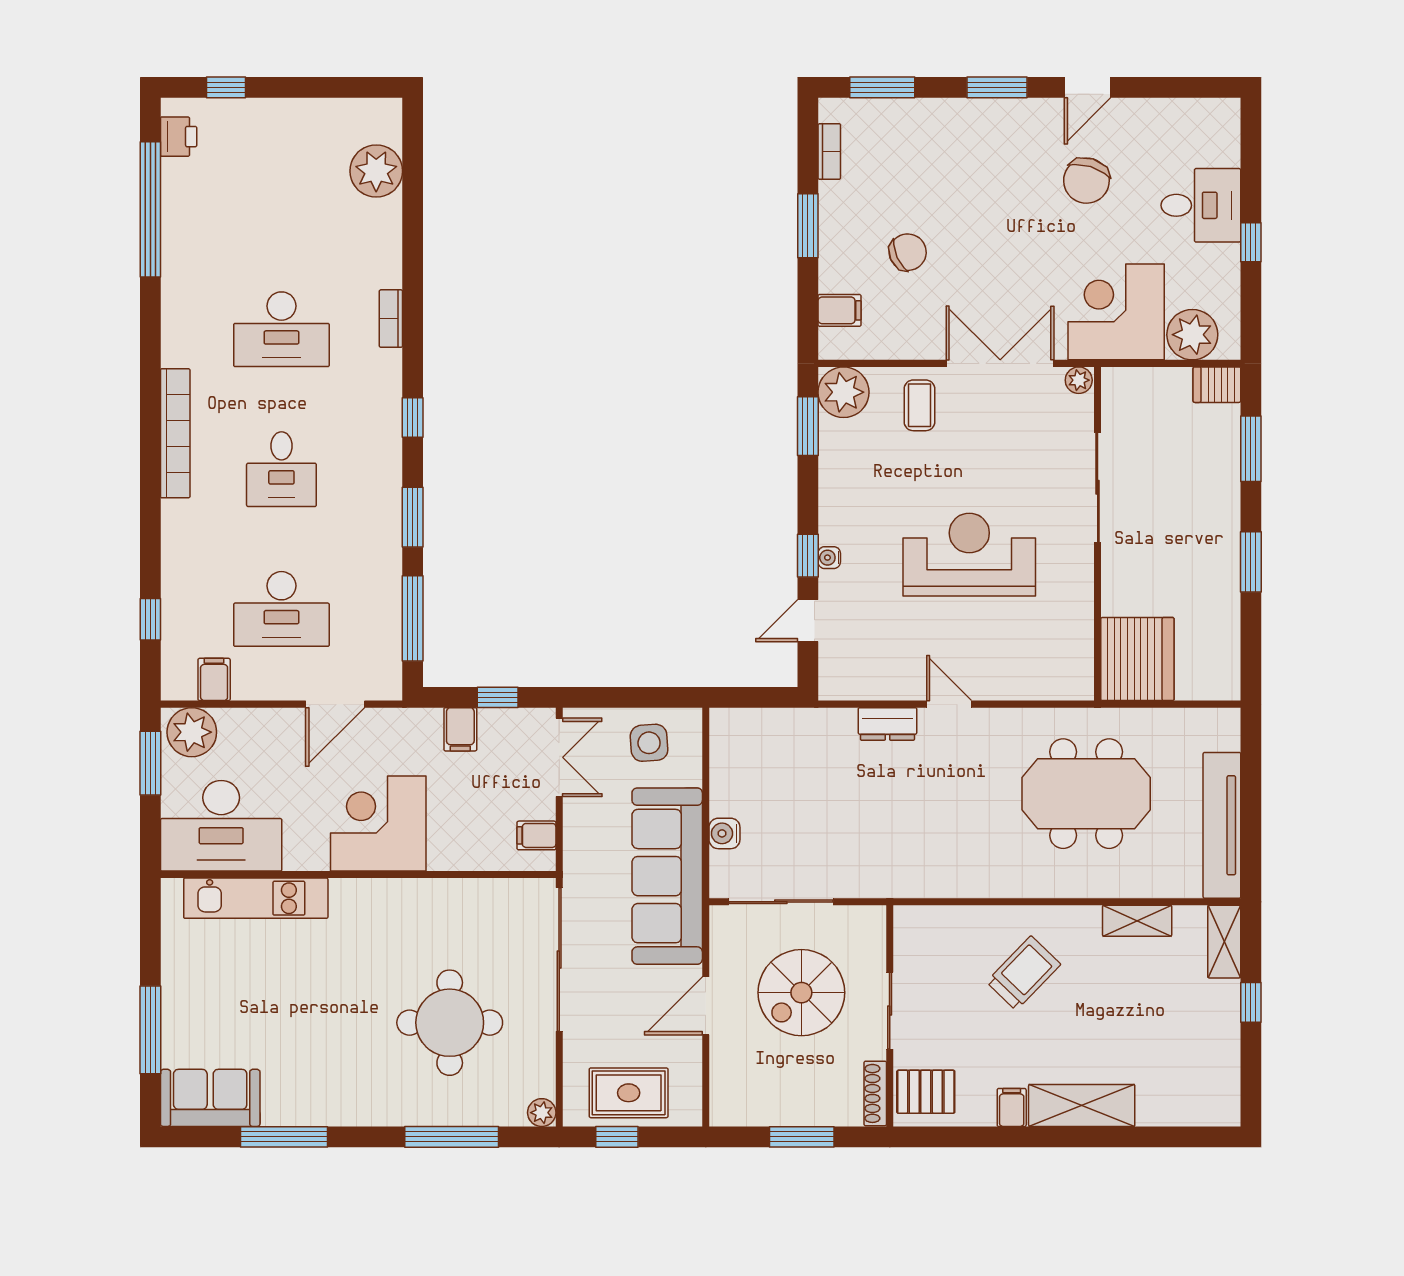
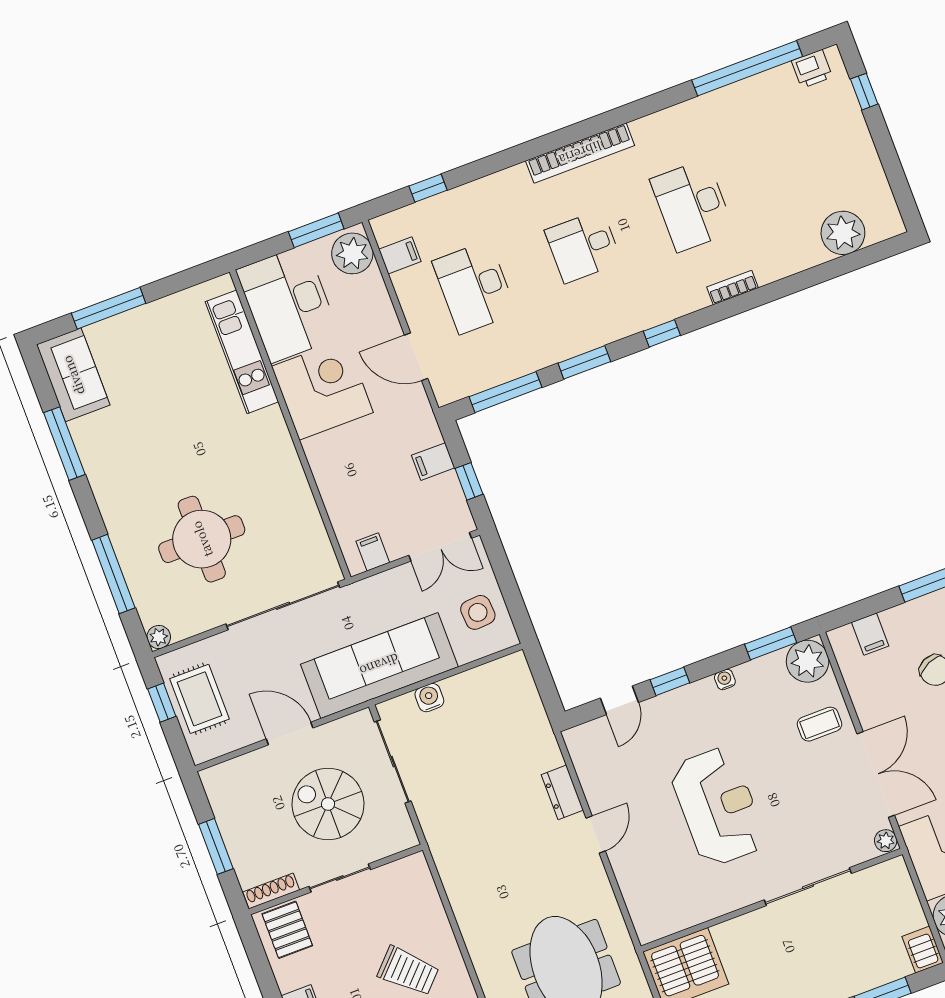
water cooler: (829, 558) -> (725, 680), moved
door: (808, 621) -> (619, 700), swing flipped
corner desk: (378, 823) -> (322, 389), moved

